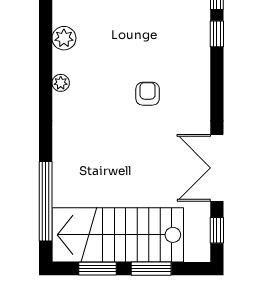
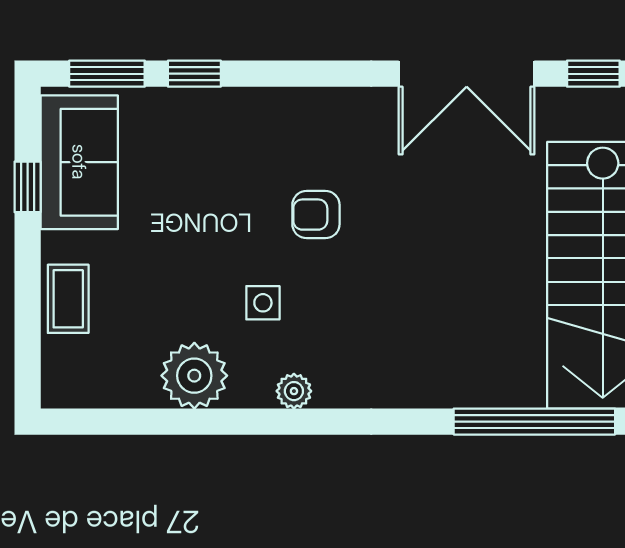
plant: (64, 38) -> (194, 376), width x1.36, depth x1.36
side table: (104, 68) -> (263, 303), added

